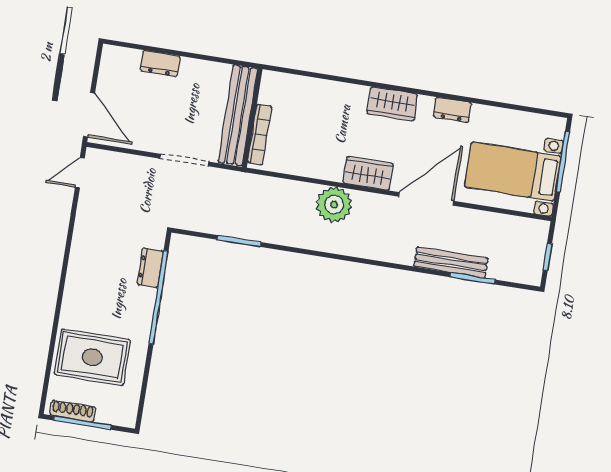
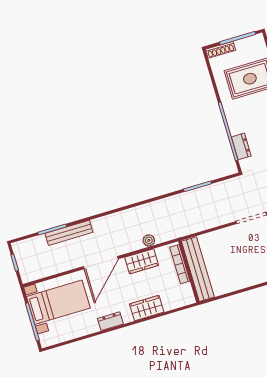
bench: (238, 115) -> (198, 269), moved
wall: (252, 118) -> (189, 271), moved
bookcase: (260, 134) -> (180, 264), moved
plant: (334, 205) -> (149, 240), width x0.53, depth x0.53
shoe rack: (73, 411) -> (220, 50), moved

